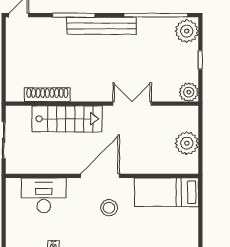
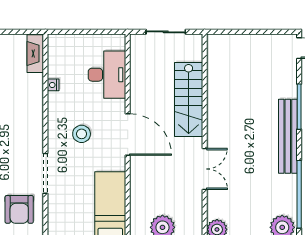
shoe rack: (47, 95) -> (214, 78), removed
stool: (109, 208) -> (82, 134), moved

